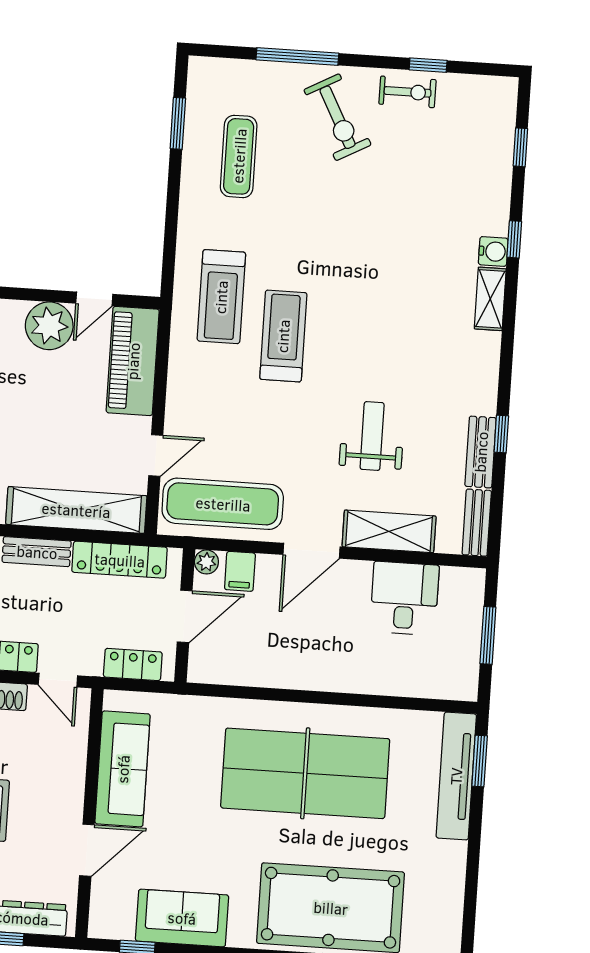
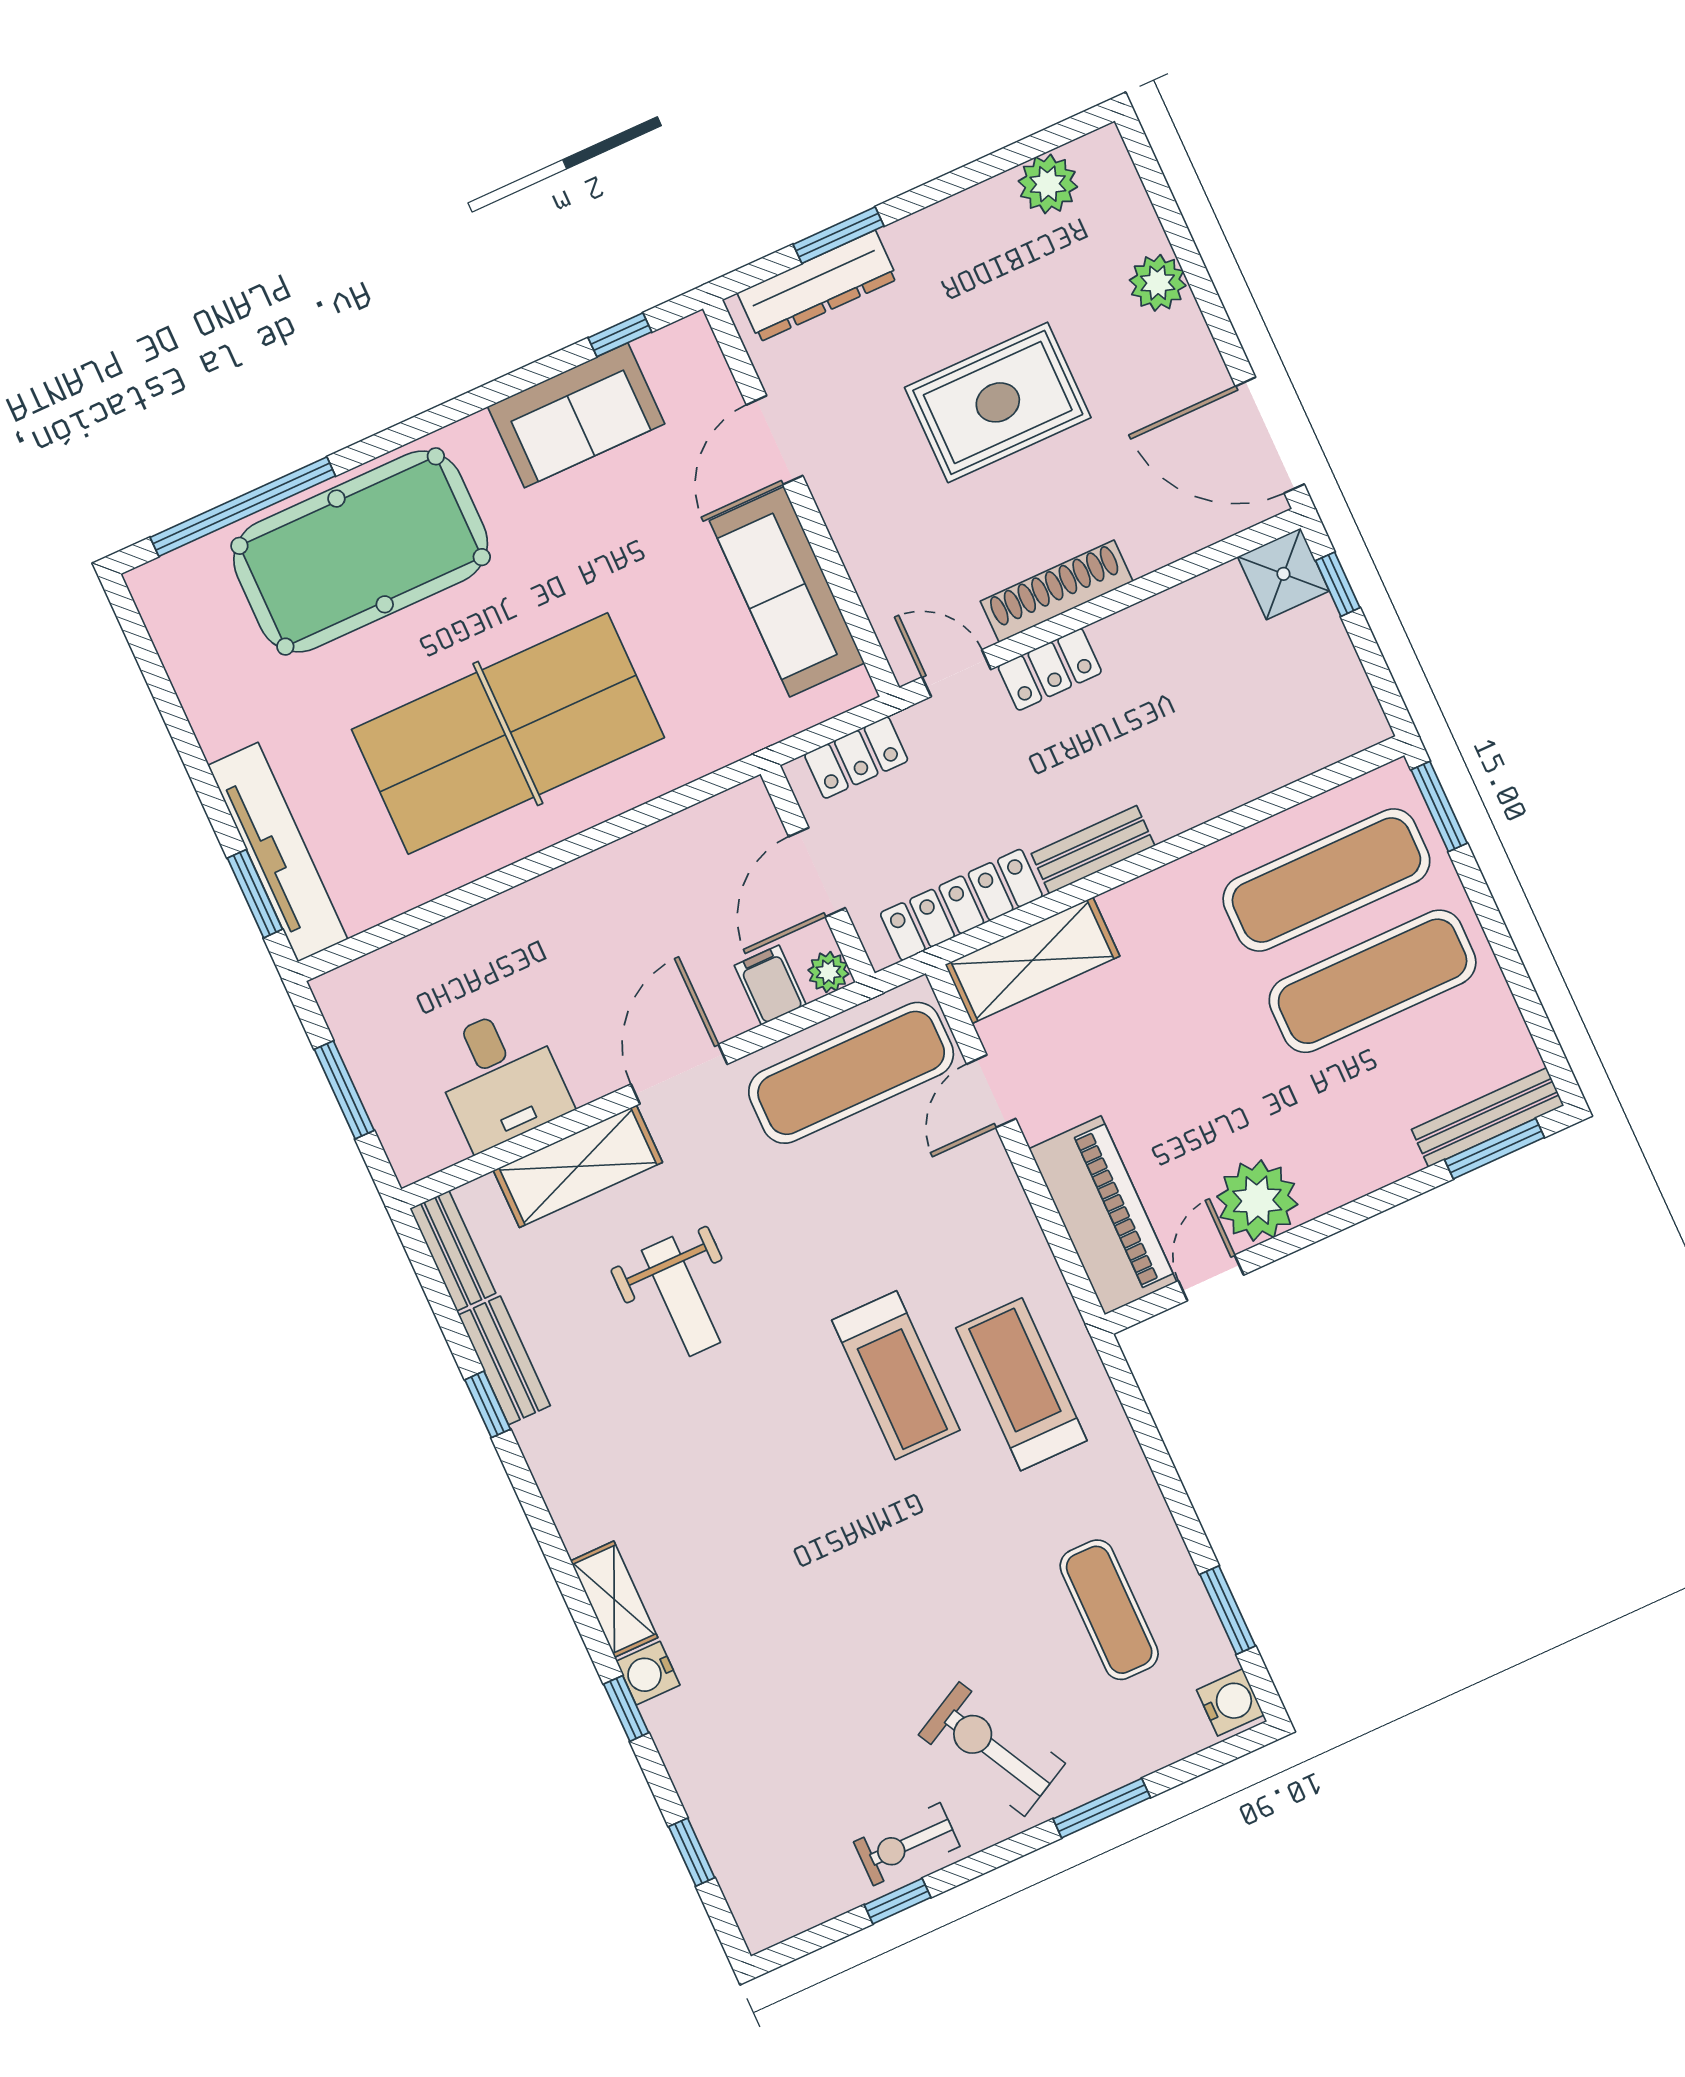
window: (297, 56) -> (1102, 1808), width x0.69
water cooler: (202, 75) -> (1230, 1702), added
shelving: (76, 510) -> (1032, 960), width x0.68

